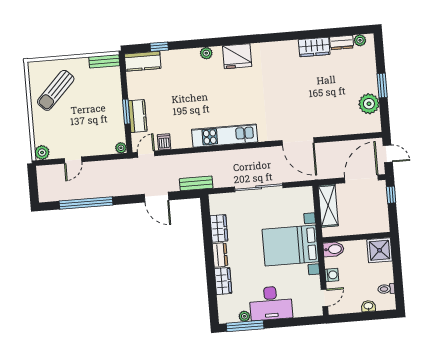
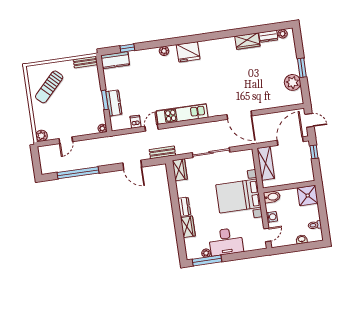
door: (146, 154) -> (151, 128), moved
wardrobe: (219, 228) -> (180, 170), moved

